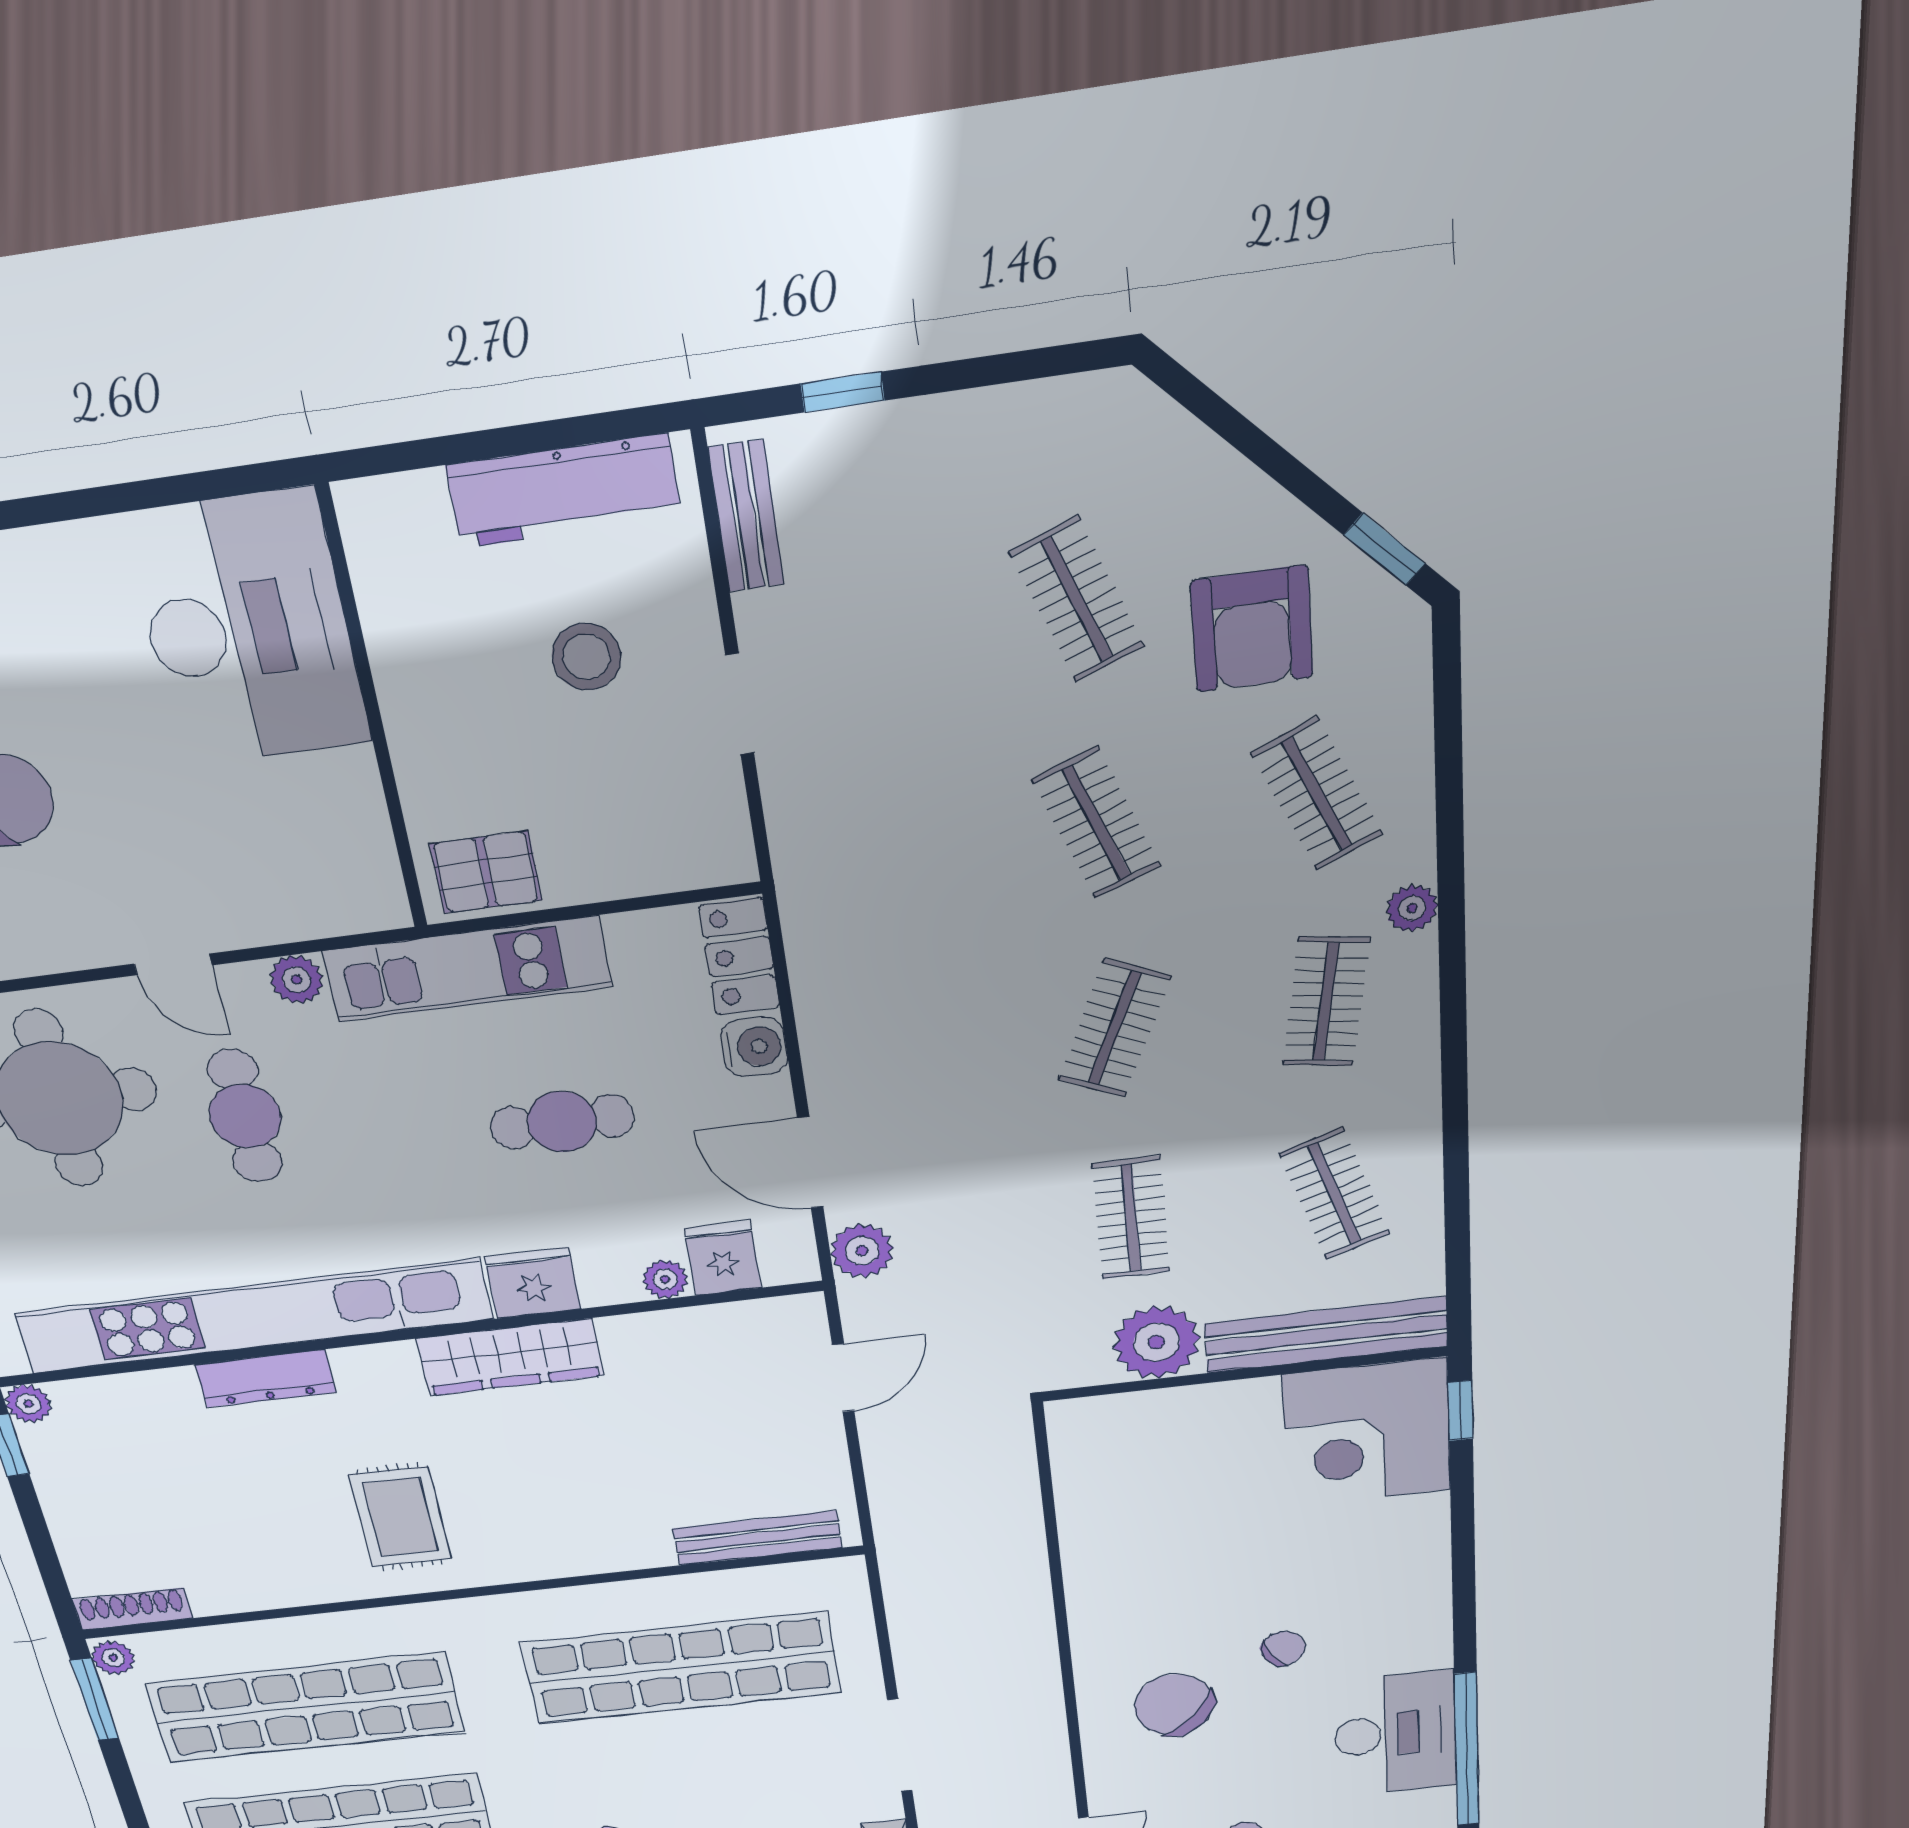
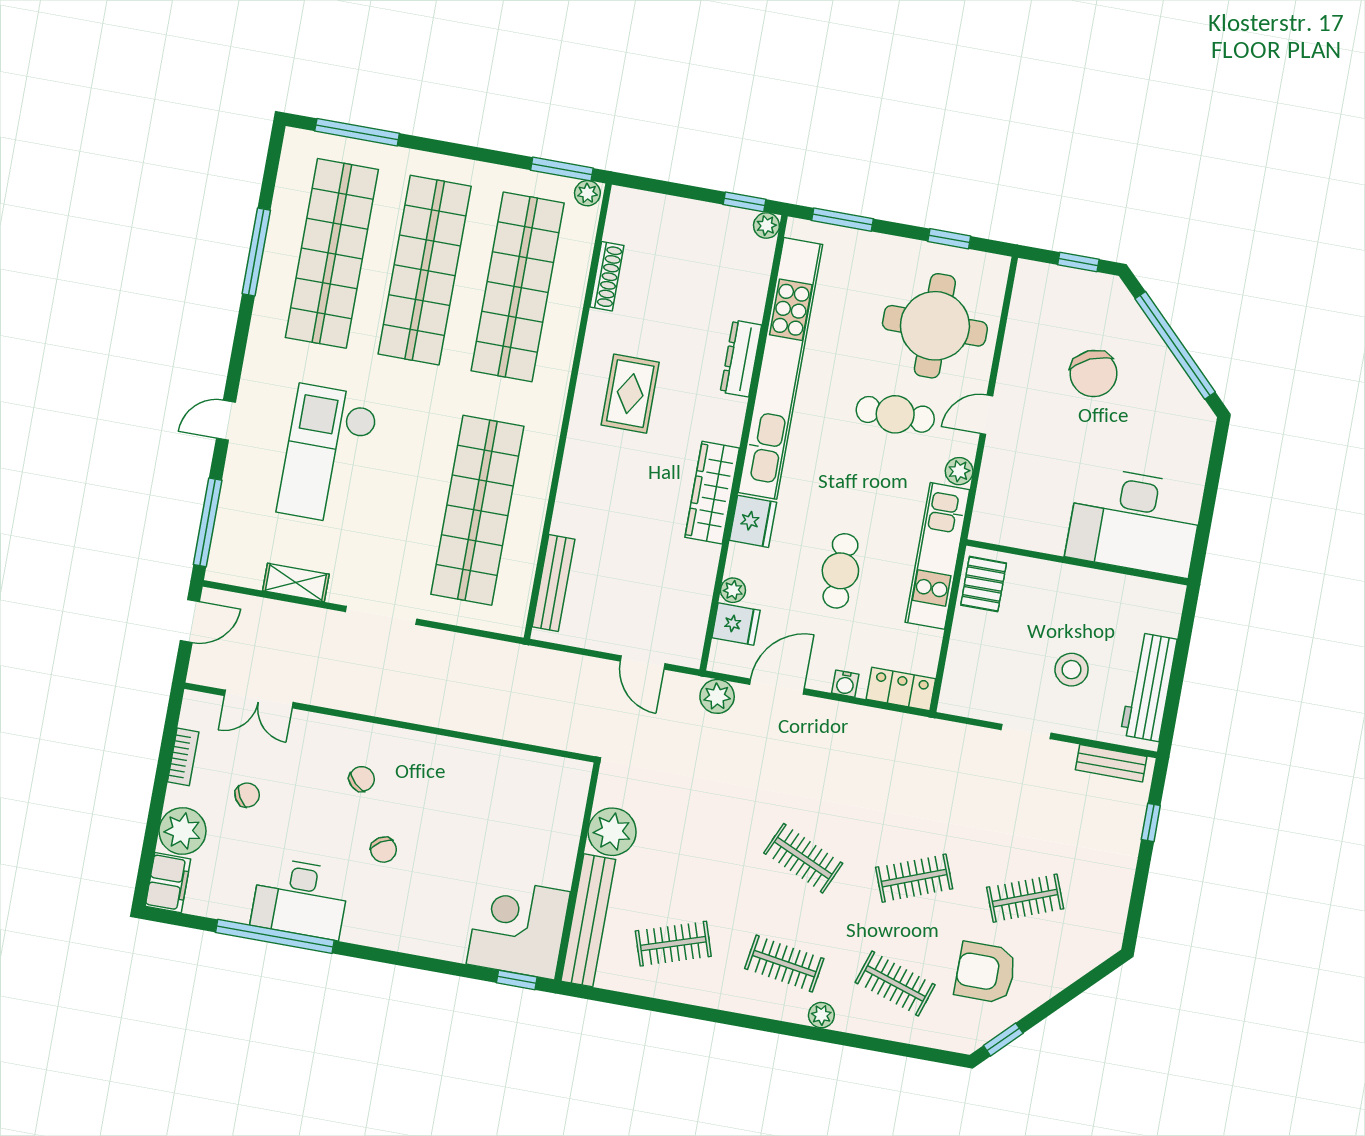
clothes rail: (1317, 794) -> (895, 984), turned 42
water cooler: (754, 1047) -> (845, 684), width x0.72, depth x0.72
clothes rail: (1131, 1218) -> (692, 838), removed
rug: (400, 1517) -> (630, 394), turned 90
shoe rack: (133, 1609) -> (607, 276), moved
chair: (1174, 1705) -> (362, 779), width x0.54, depth x0.54

